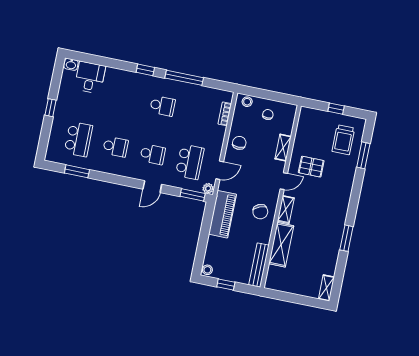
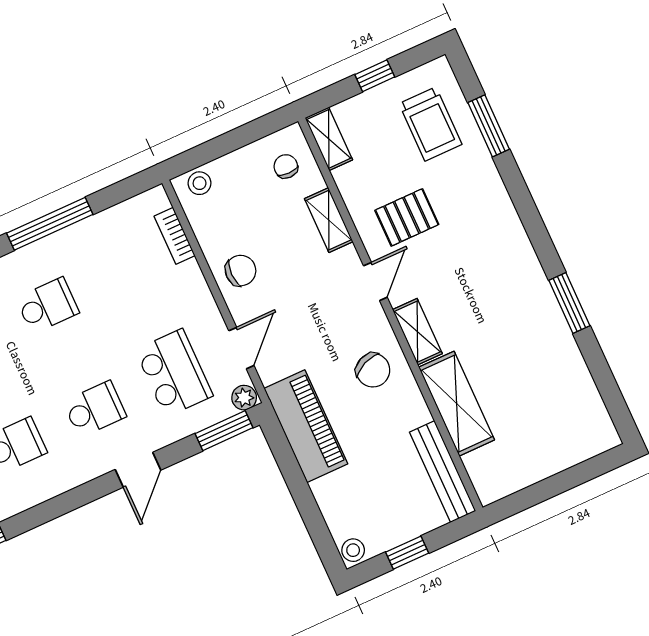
chair: (268, 115) -> (286, 166), moved
chair: (239, 143) -> (241, 271), turned 90
shelving: (326, 288) -> (329, 139), moved

